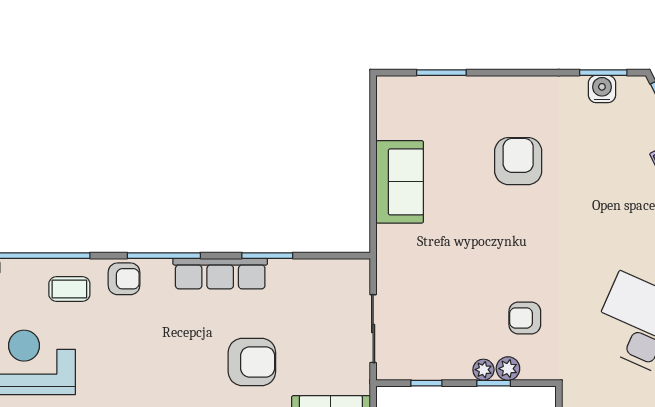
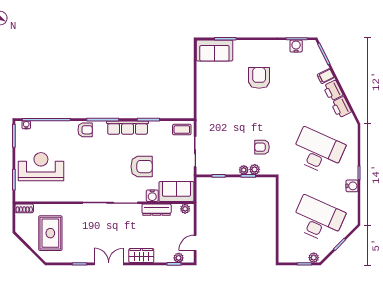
sofa: (400, 182) -> (214, 51), moved, turned 90
coffee table: (69, 289) -> (182, 130), moved

